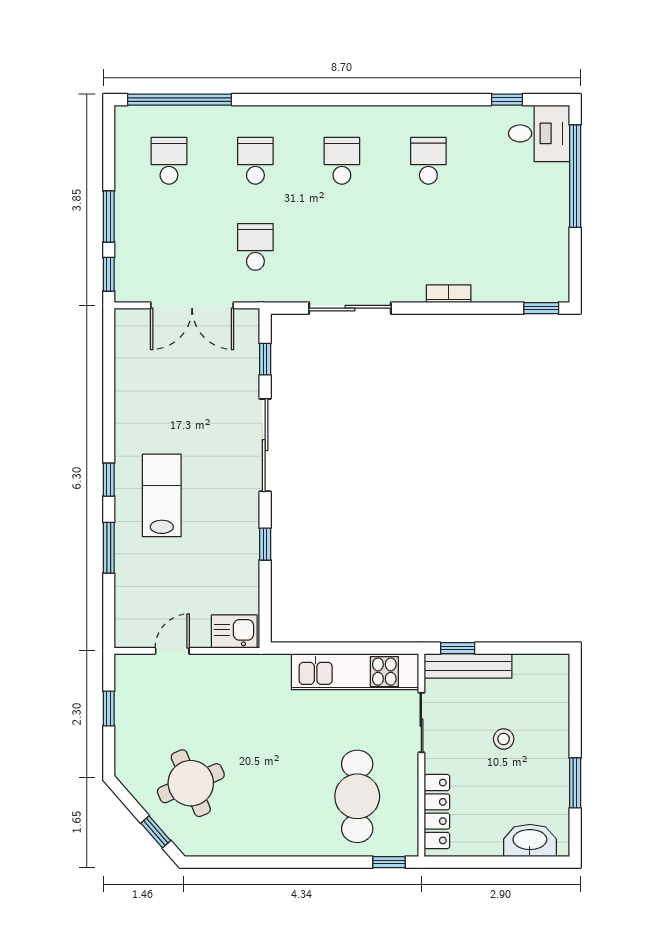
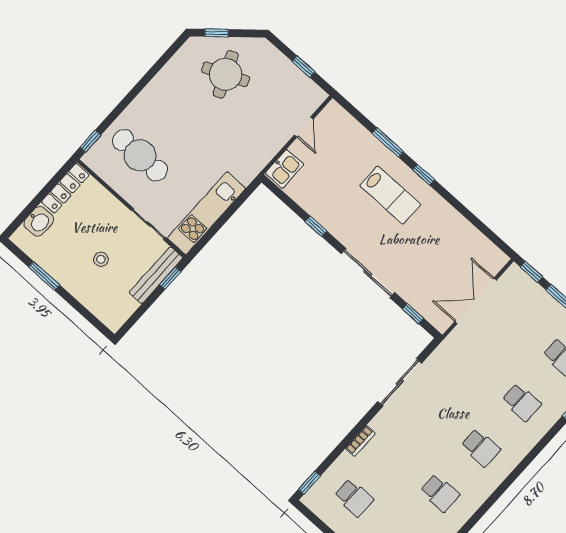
school desk: (255, 247) -> (354, 498), moved
locker: (437, 812) -> (65, 188), moved, turned -90
washbasin: (530, 840) -> (39, 221), width x0.72

